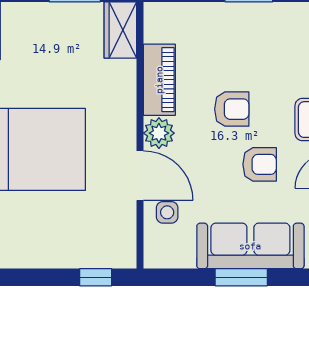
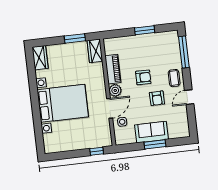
armchair: (260, 164) -> (157, 98), turned 89
door: (140, 176) -> (110, 108), hinge flipped
sofa: (250, 246) -> (151, 132), width x0.73

